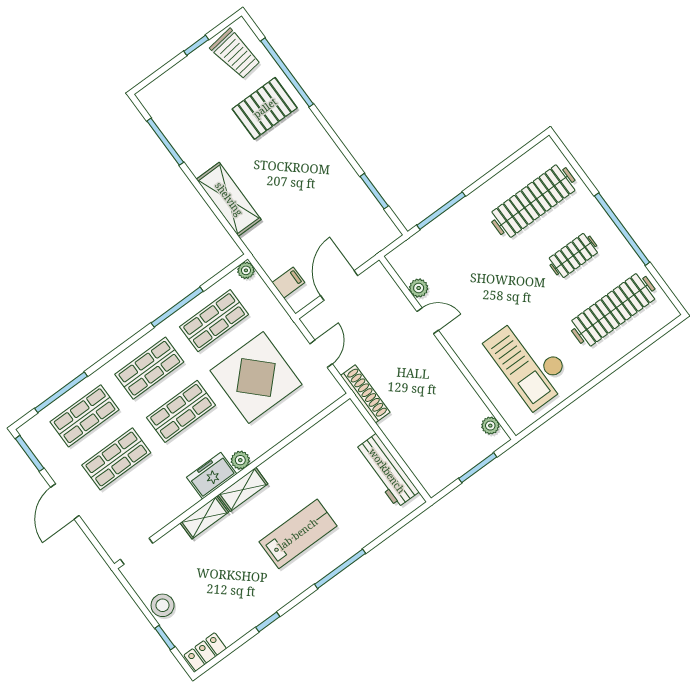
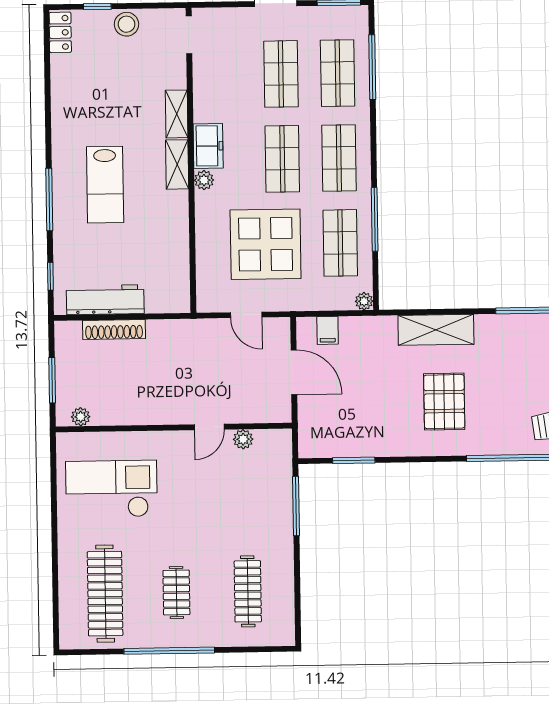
pallet: (265, 108) -> (444, 402), moved
clothes rail: (533, 201) -> (248, 591), width x0.73, depth x0.76
shoe rack: (365, 394) -> (114, 329), moved
window: (268, 622) -> (50, 276), moved

